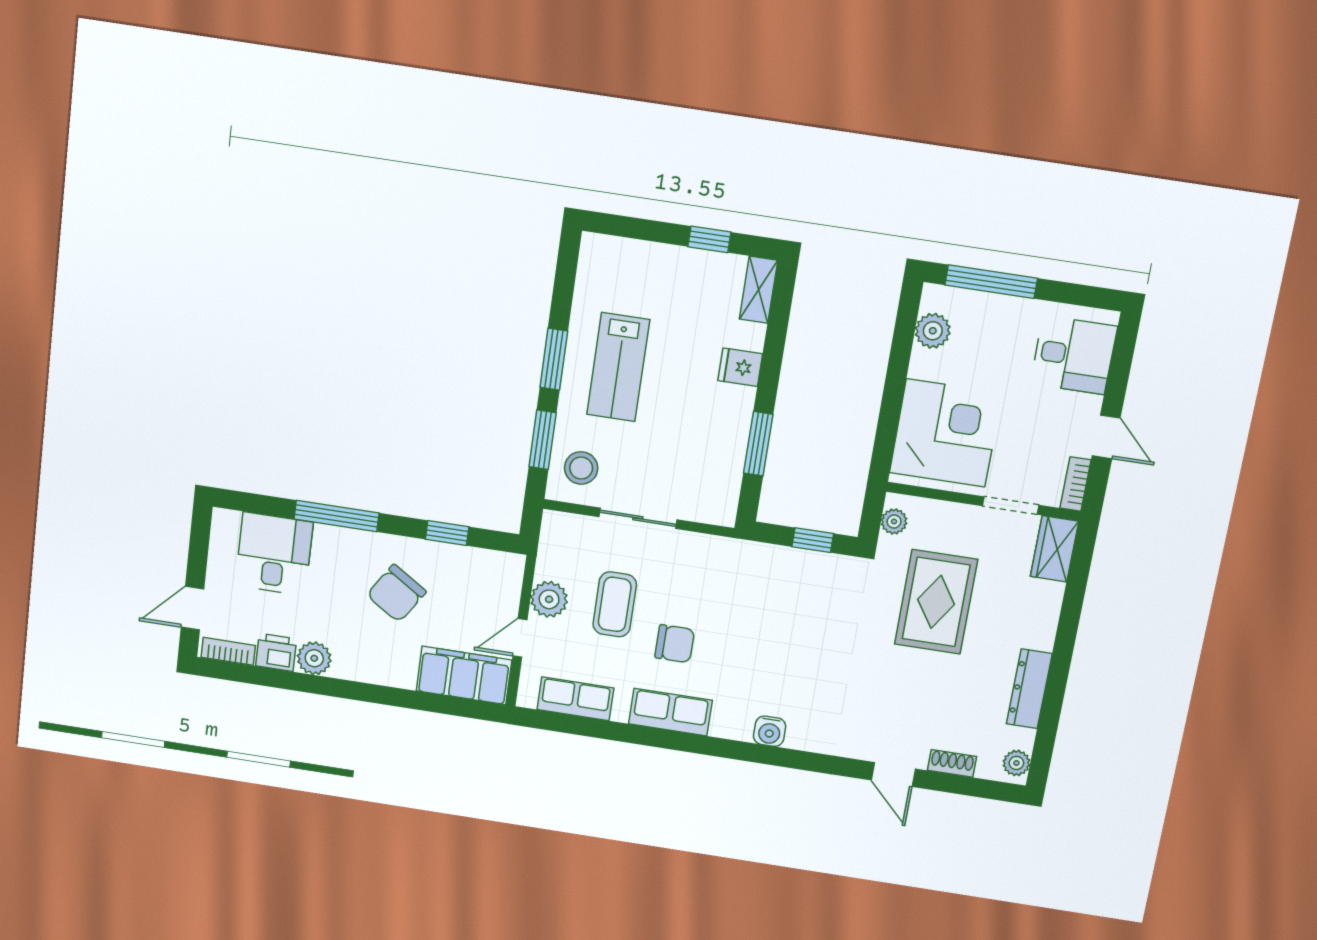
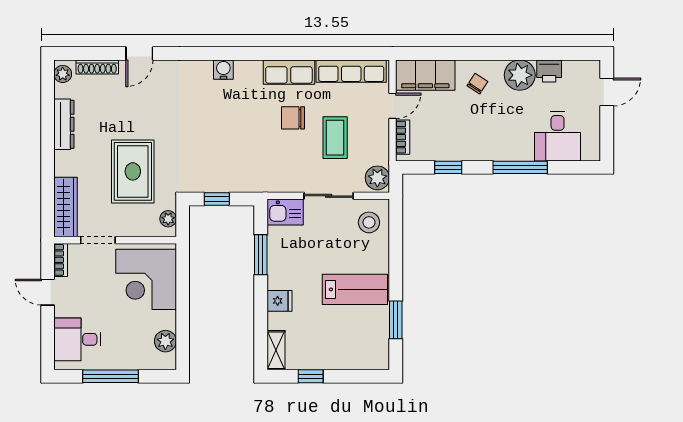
window: (991, 282) -> (111, 376), moved
window: (554, 359) -> (396, 320), moved
lab bench: (618, 367) -> (355, 289), turned 90
window: (543, 440) -> (396, 237), removed
kitchen sink: (709, 504) -> (285, 212), added
wardrobe: (1054, 549) -> (66, 207), width x1.50
chair: (396, 593) -> (477, 84), moved, width x0.54, depth x0.54
plant: (549, 599) -> (377, 178), moved
bookcase: (228, 651) -> (403, 137), moved, turned -90
plant: (314, 658) -> (520, 75), width x1.36, depth x1.36
row of seats: (575, 699) -> (351, 71), width x1.48
shoe rack: (952, 763) -> (97, 67), width x1.43
door: (893, 774) -> (139, 53), swing flipped

